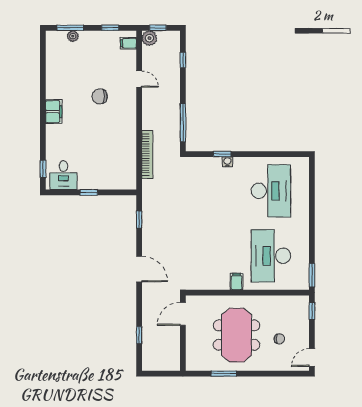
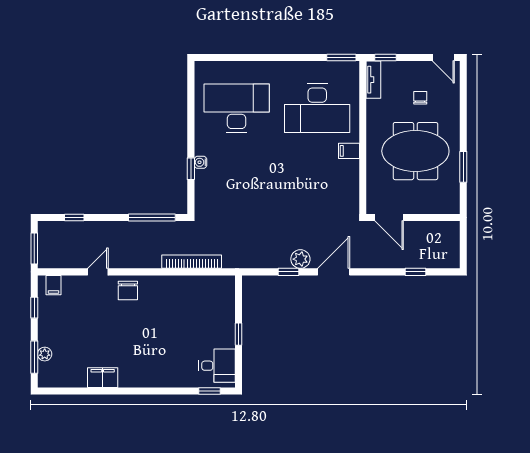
window: (158, 28) -> (34, 248), width x1.50
plant: (149, 38) -> (300, 259), moved
chair: (100, 96) -> (128, 291), moved
filing cabinet: (54, 112) -> (103, 378), moved
window: (139, 219) -> (289, 272), moved
tv unit: (294, 301) -> (373, 80), added

